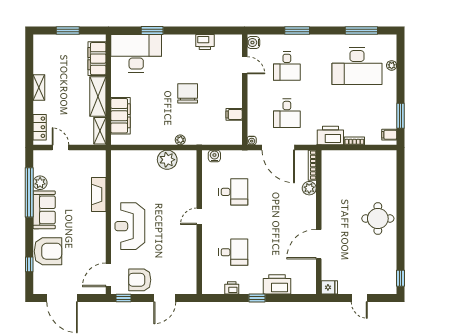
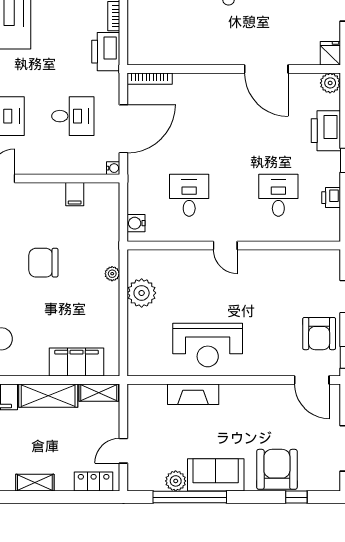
plant: (309, 188) -> (330, 83), moved
reception desk: (130, 226) -> (208, 345), moved

